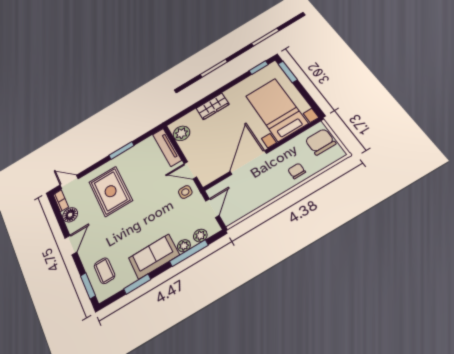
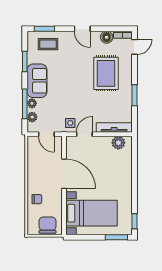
wardrobe: (213, 106) -> (125, 174), removed
chair: (320, 142) -> (47, 225), turned -90
rug: (111, 191) -> (106, 73), turned 90

